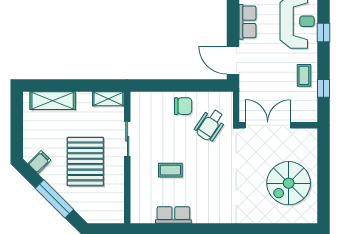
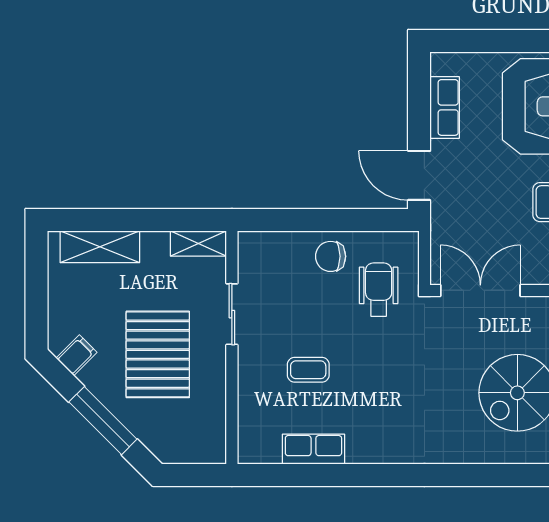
chair: (183, 106) -> (331, 256), turned 180
wheelchair: (210, 125) -> (379, 290), turned 146

